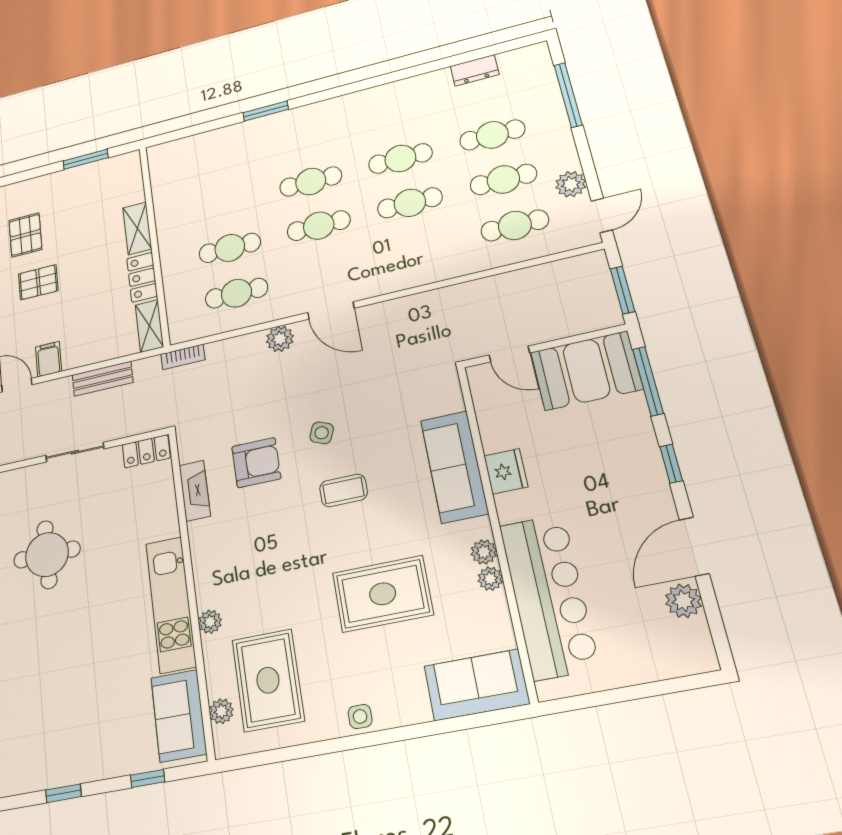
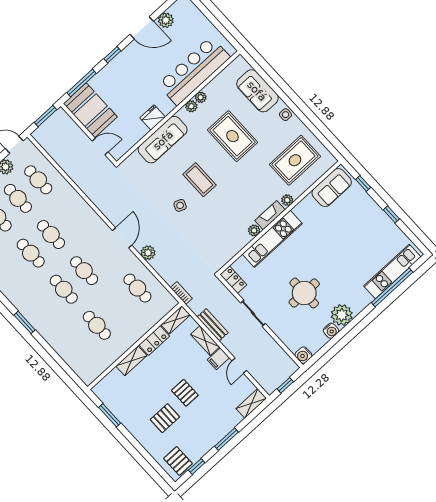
window: (266, 111) -> (25, 322), moved
cafe table: (230, 248) -> (97, 325), moved
shelving: (88, 354) -> (205, 341), added
door: (509, 354) -> (100, 146), hinge flipped
armchair: (256, 463) -> (209, 226), removed
coffee table: (343, 490) -> (200, 180), width x1.36, depth x1.30
fireplace: (195, 491) -> (270, 215), moved
kitchen unit: (171, 604) -> (272, 239), moved
sofa: (477, 685) -> (257, 91), moved
plant: (221, 711) -> (254, 230), moved

